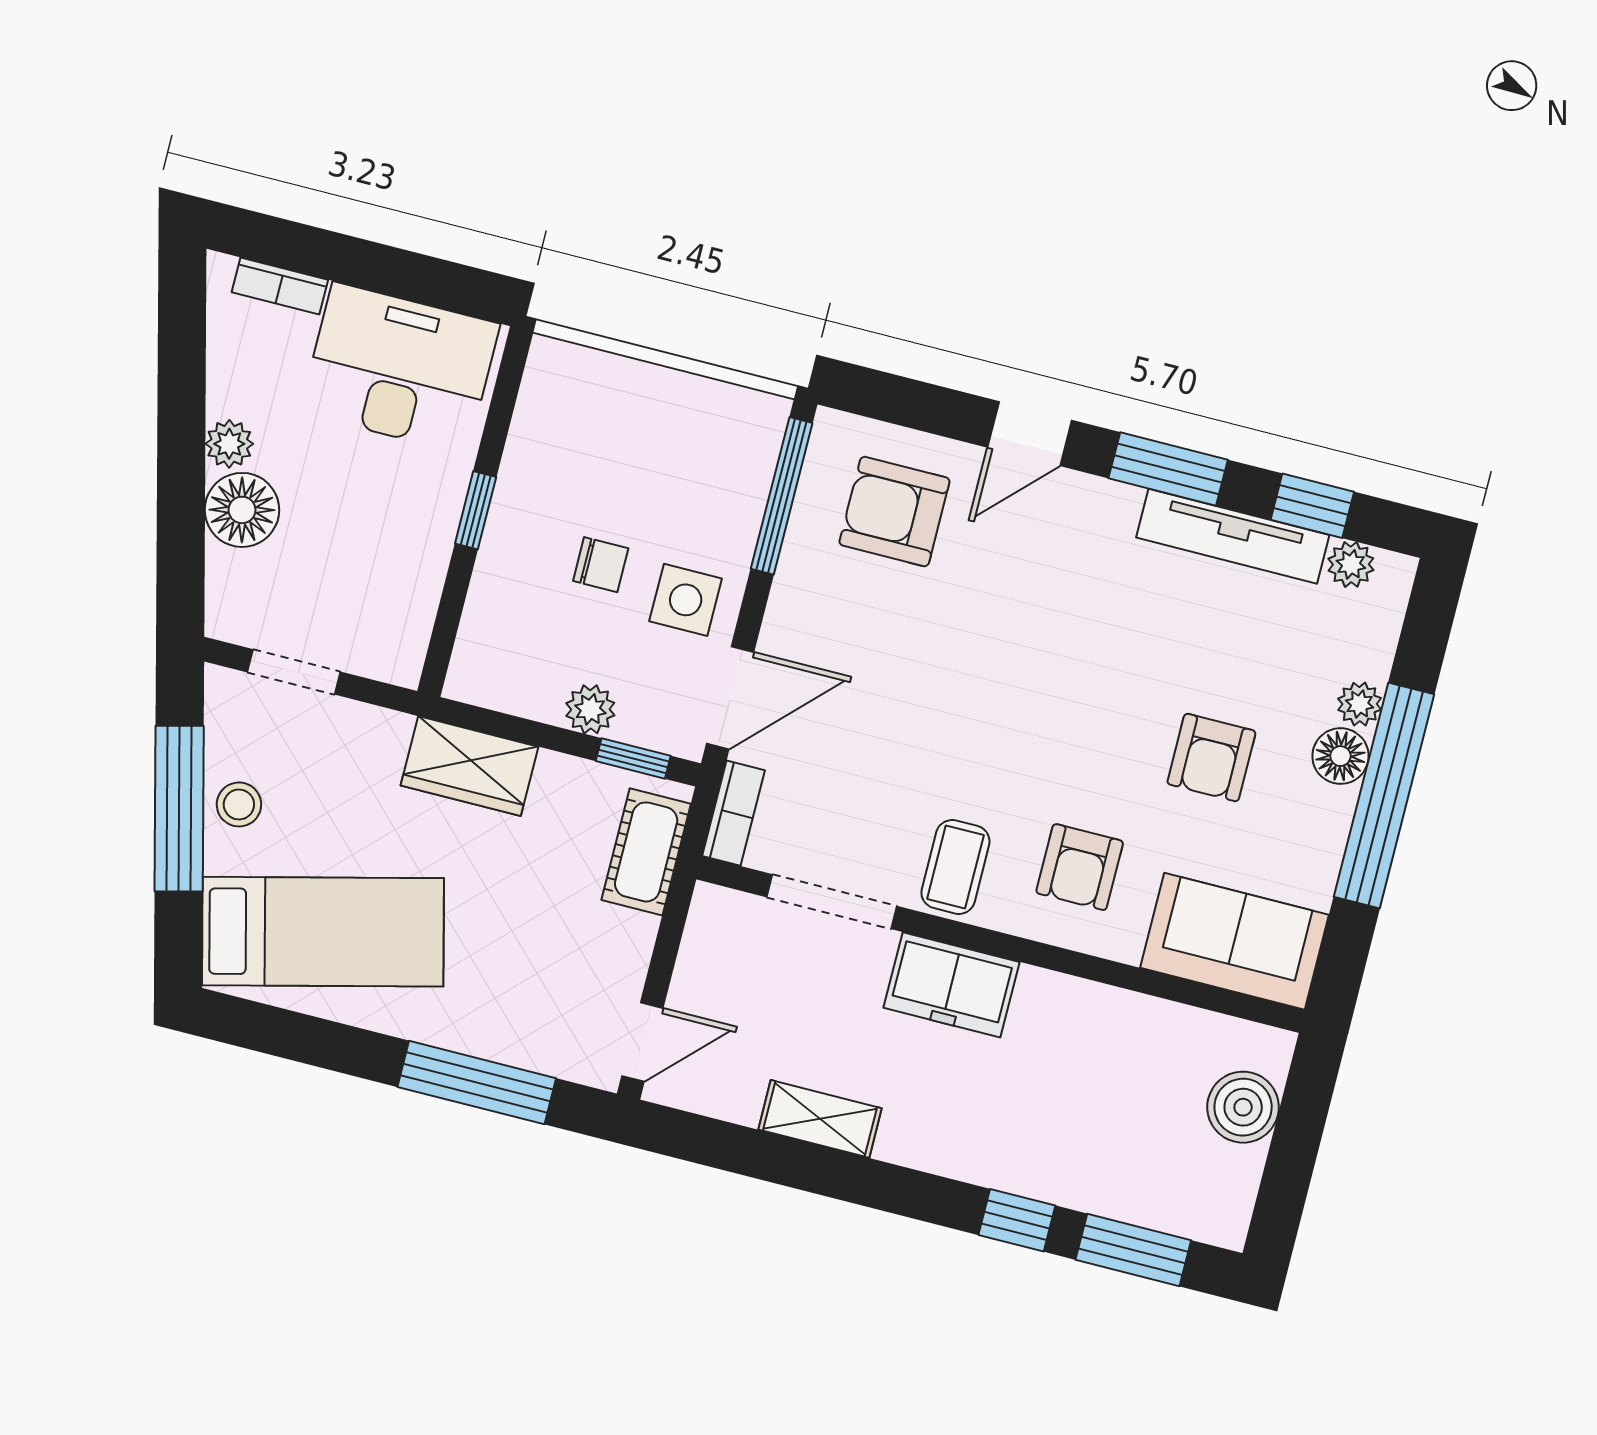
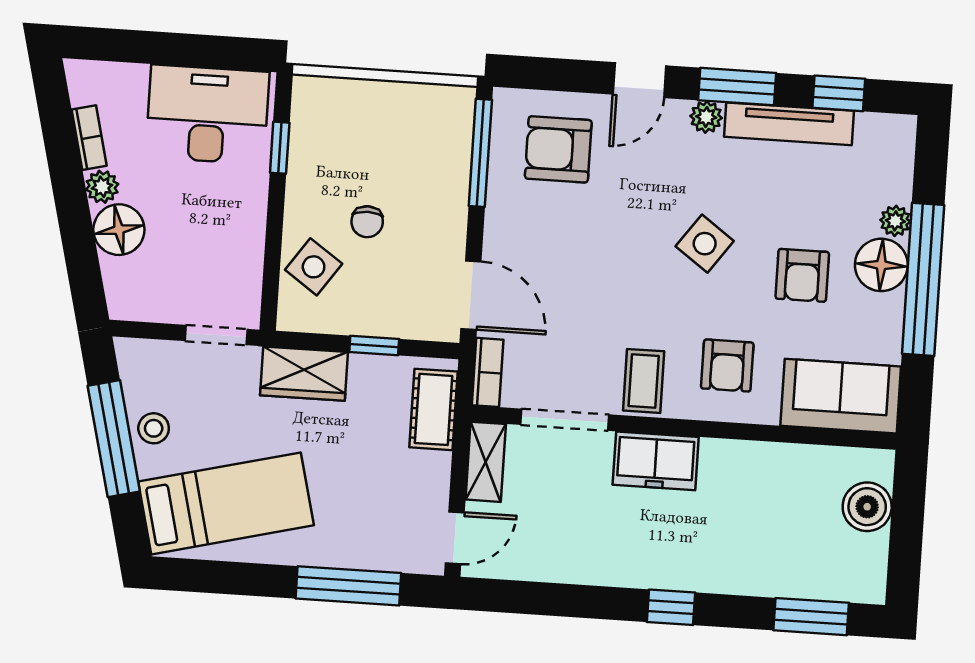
bookcase: (280, 286) -> (89, 138), moved, turned -104
window: (476, 510) -> (280, 148), moved
plant: (1351, 564) -> (706, 117), moved
chair: (601, 565) -> (367, 222), turned 90
side table: (686, 600) -> (314, 267), moved, turned 35
doorway: (294, 672) -> (216, 335), moved
side table: (1080, 686) -> (705, 244), added
door: (730, 698) -> (471, 295), hinge flipped
plant: (590, 709) -> (378, 320), removed
floor lamp: (1340, 756) -> (881, 265), width x1.38, depth x1.38
window: (633, 758) -> (374, 346), moved
shelving: (820, 1119) -> (486, 462), moved, turned 90
window: (1017, 1220) -> (671, 607), moved

